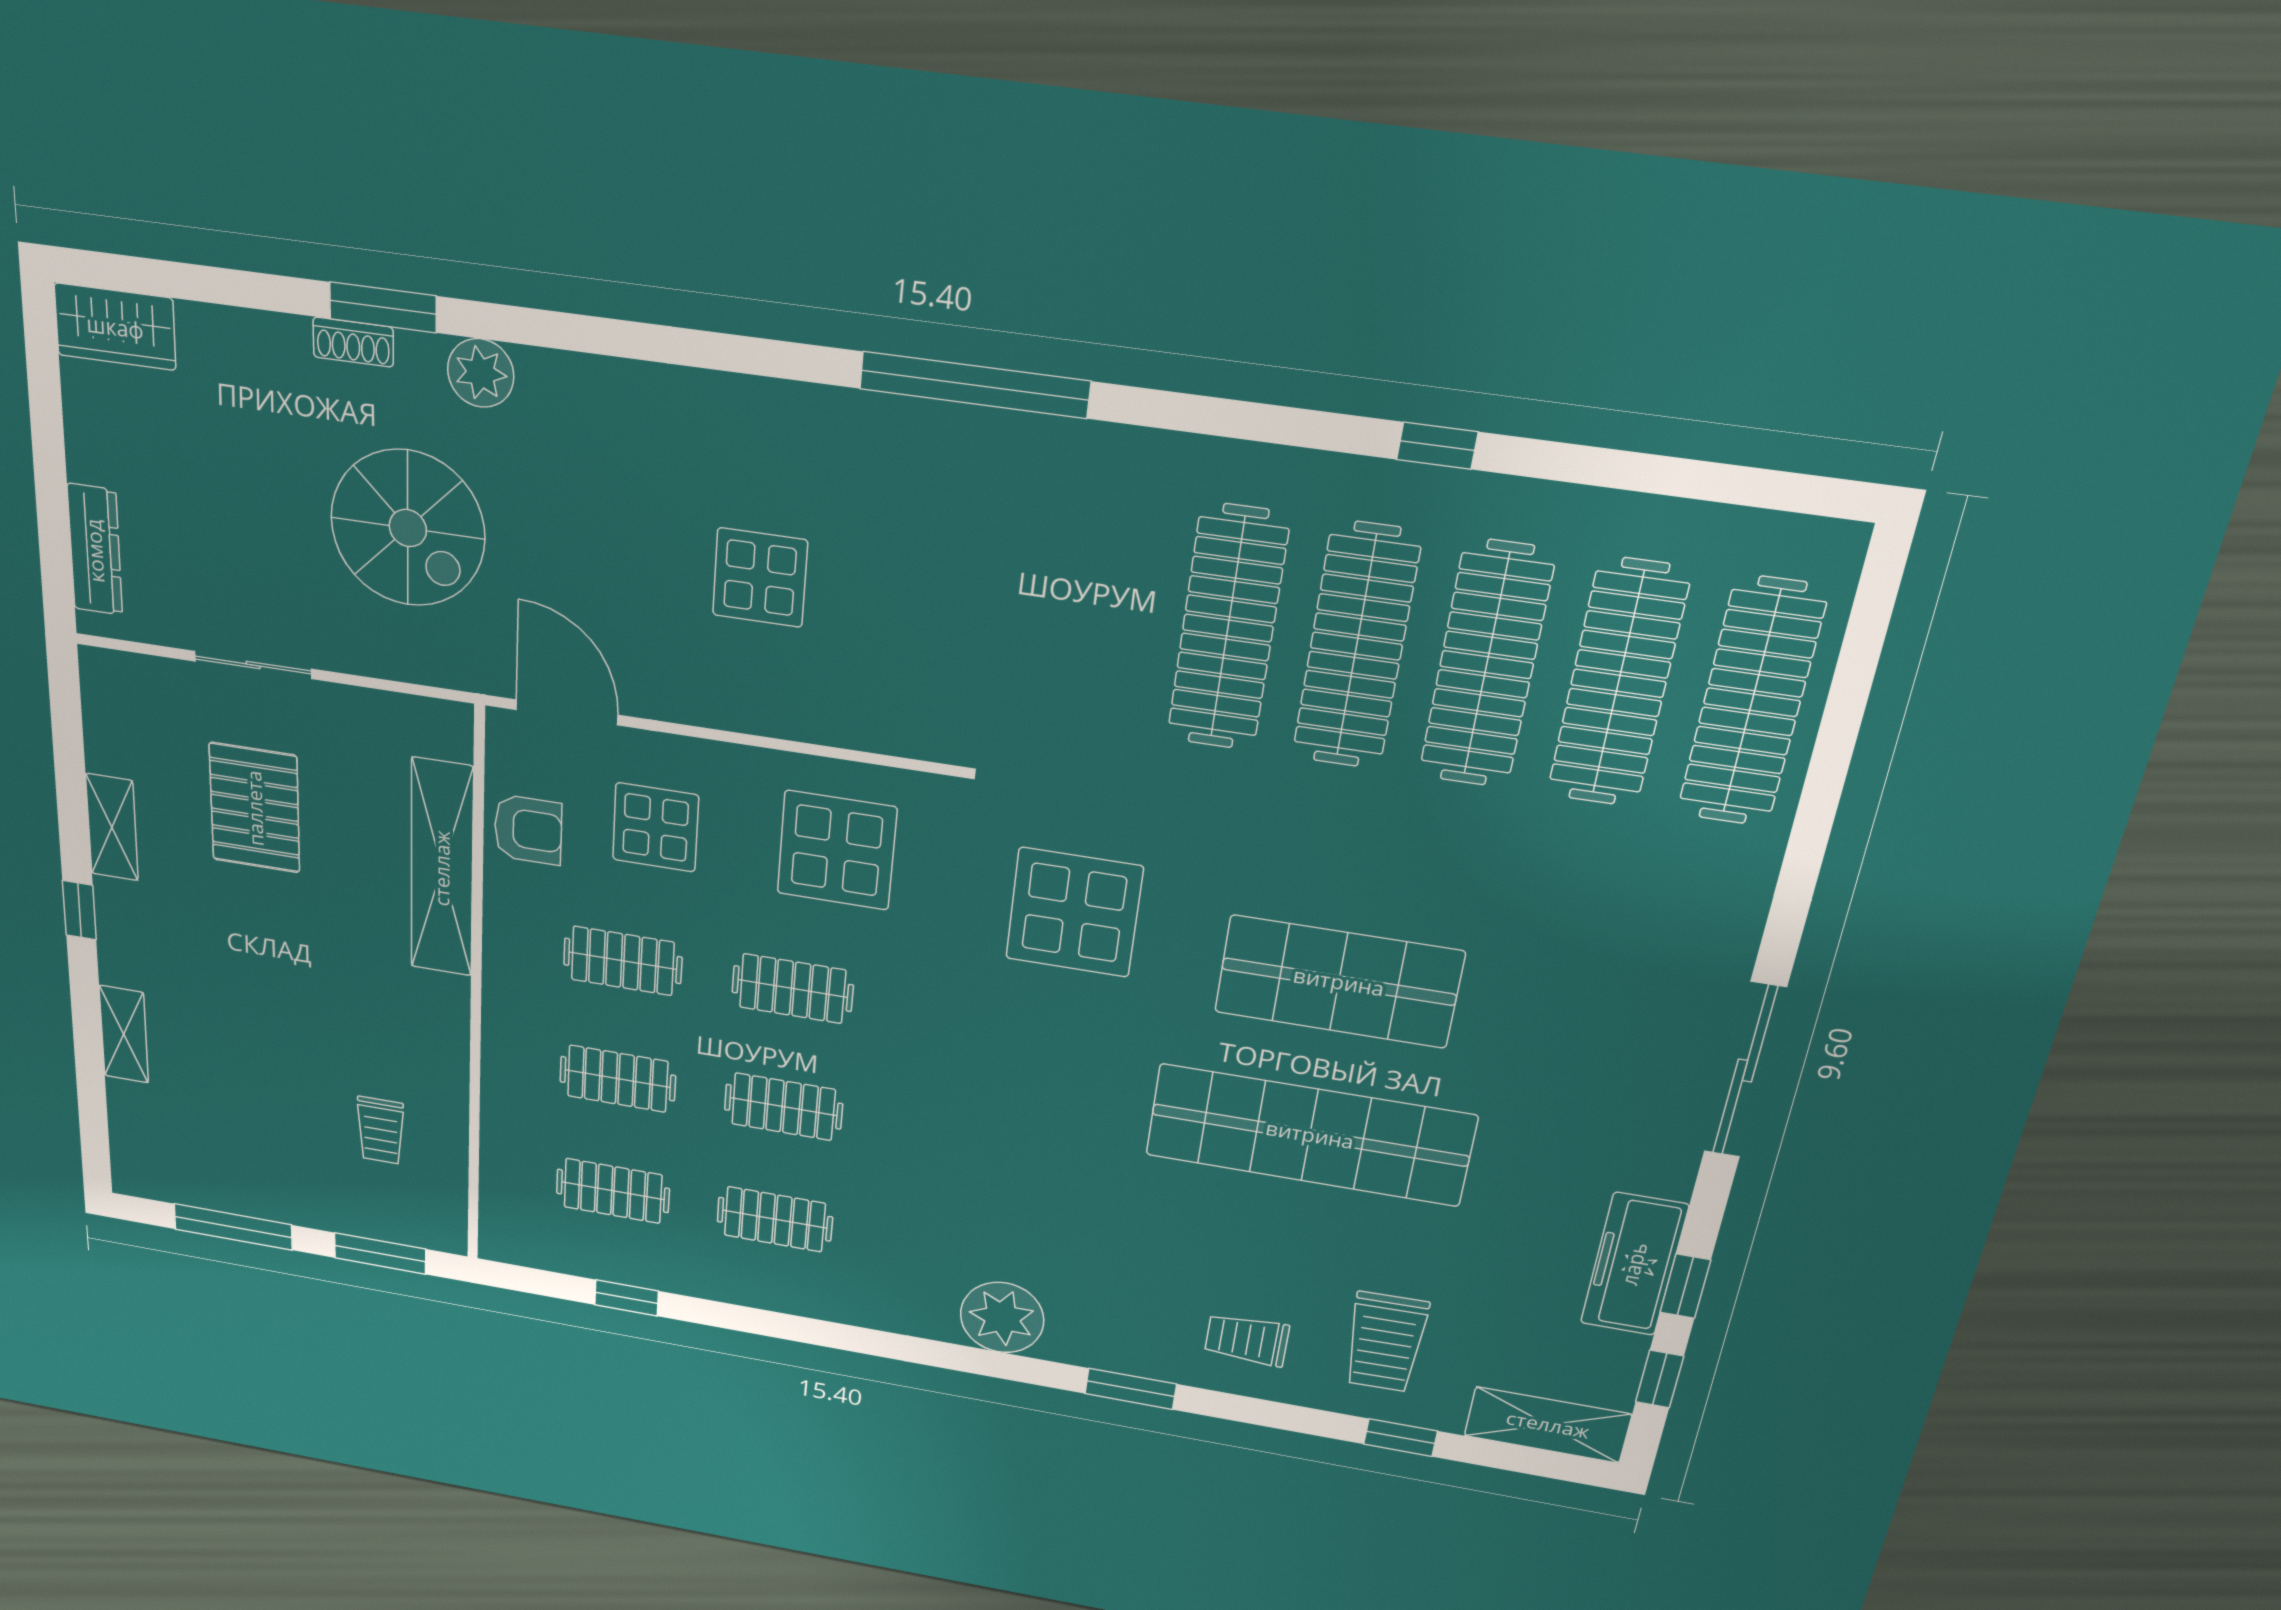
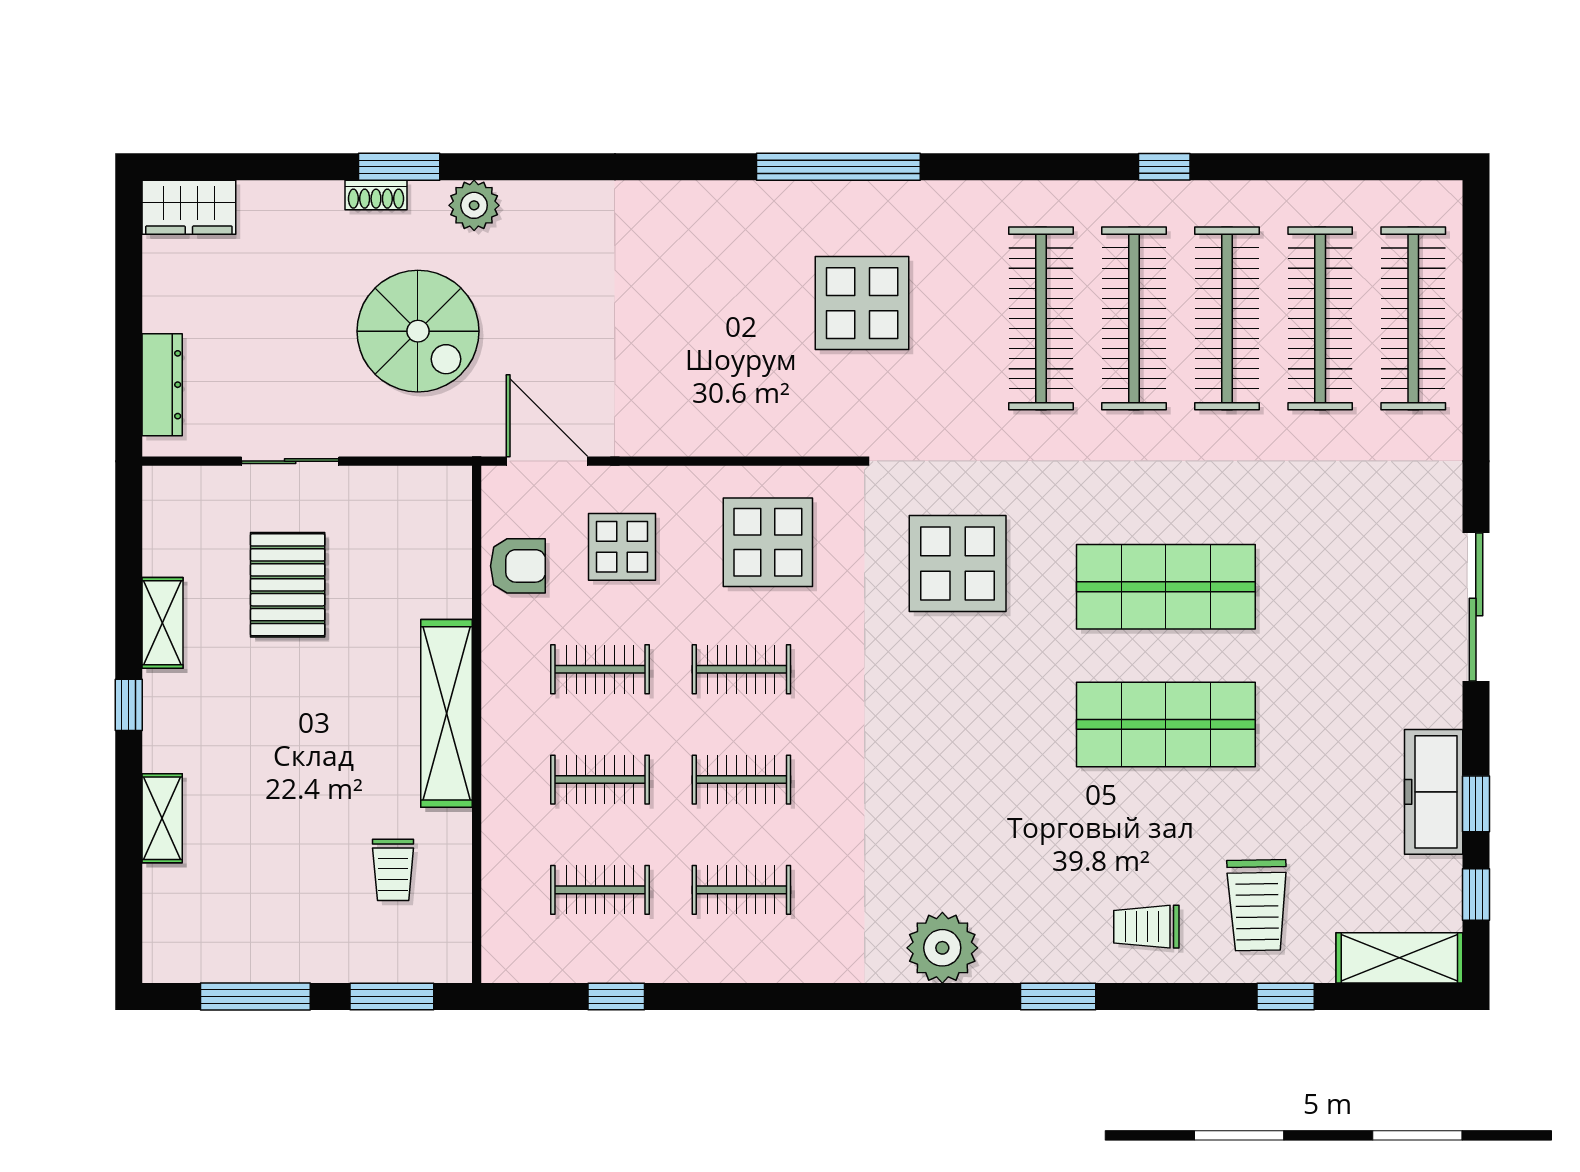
display table: (760, 578) -> (862, 303), moved, width x1.36, depth x1.36
shelving: (442, 868) -> (447, 713), moved
shop shelf: (1310, 1135) -> (1166, 724), width x0.71

